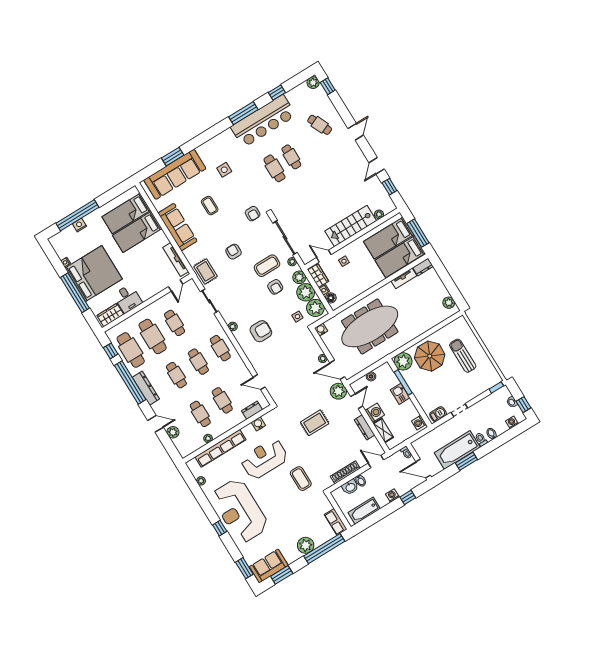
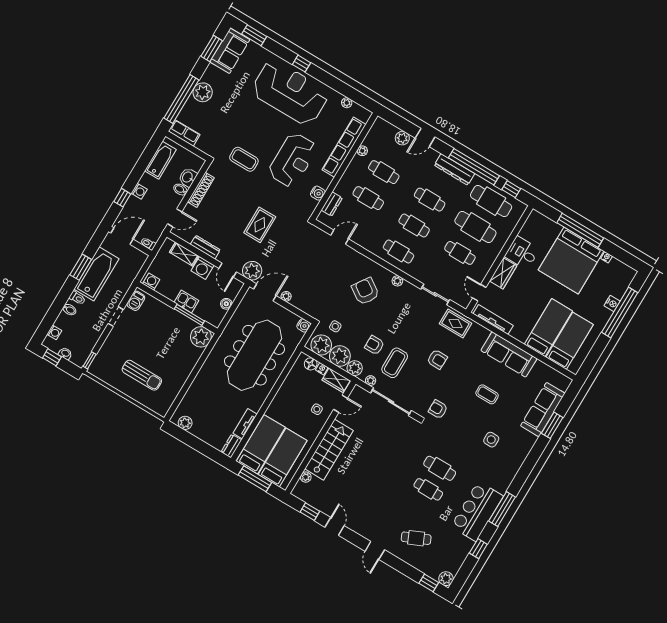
bar counter: (263, 121) -> (477, 511), width x0.73
sofa: (175, 174) -> (543, 410), width x0.74, depth x0.79
wardrobe: (110, 315) -> (503, 273), moved
armchair: (261, 331) -> (365, 291), turned 124
parasol: (430, 356) -> (176, 357), removed

